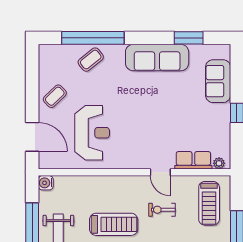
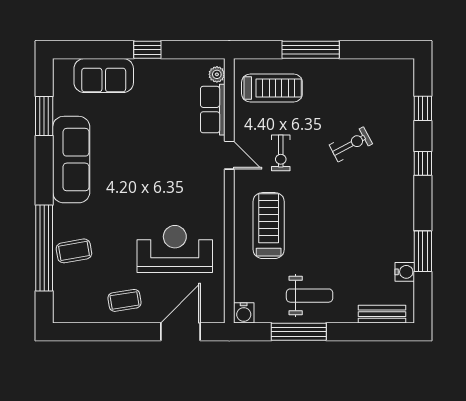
coffee table: (91, 60) -> (74, 251), turned -61
coffee table: (55, 96) -> (124, 300), turned -55
door: (160, 172) -> (229, 155), hinge flipped
treadmill: (114, 224) -> (269, 226), moved

